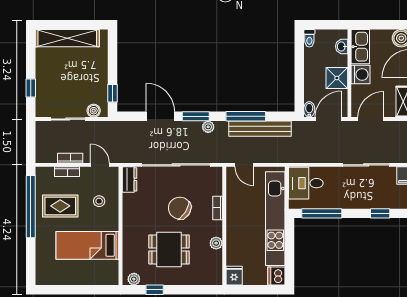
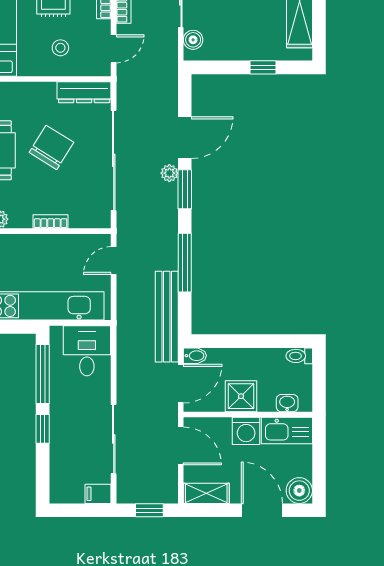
window: (112, 93) -> (263, 67), moved
door: (328, 119) -> (181, 384), hinge flipped
plant: (208, 127) -> (169, 173), moved
bench: (260, 129) -> (167, 317), moved
dresser: (129, 179) -> (84, 92), width x1.44
chair: (180, 208) -> (51, 147), moved
window: (380, 213) -> (43, 429), moved

